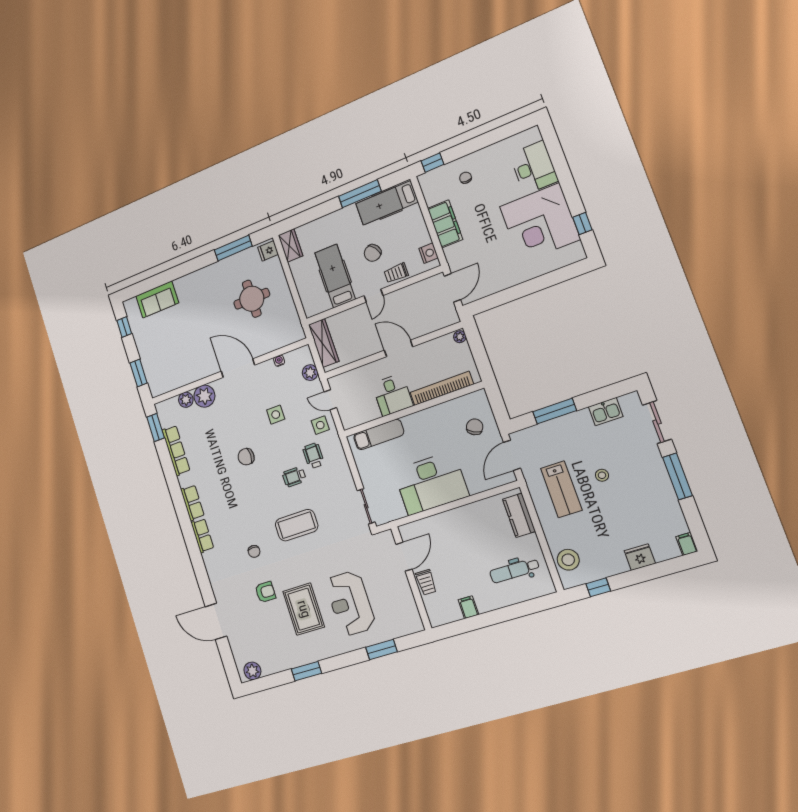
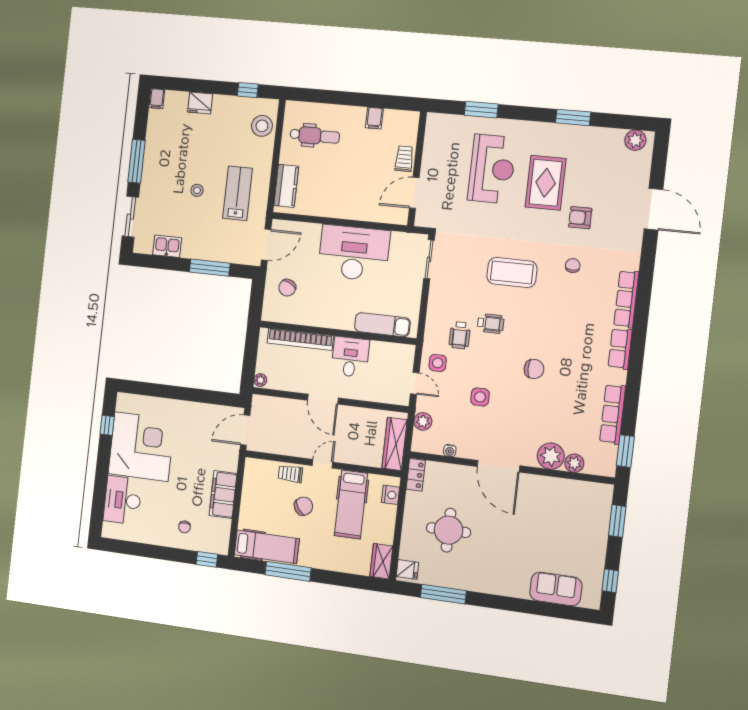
nightstand: (429, 253) -> (390, 495), moved, turned 180
trolley: (396, 273) -> (290, 474), turned 180
locker: (296, 328) -> (416, 475), added
row of seats: (202, 536) -> (626, 299), width x1.48

